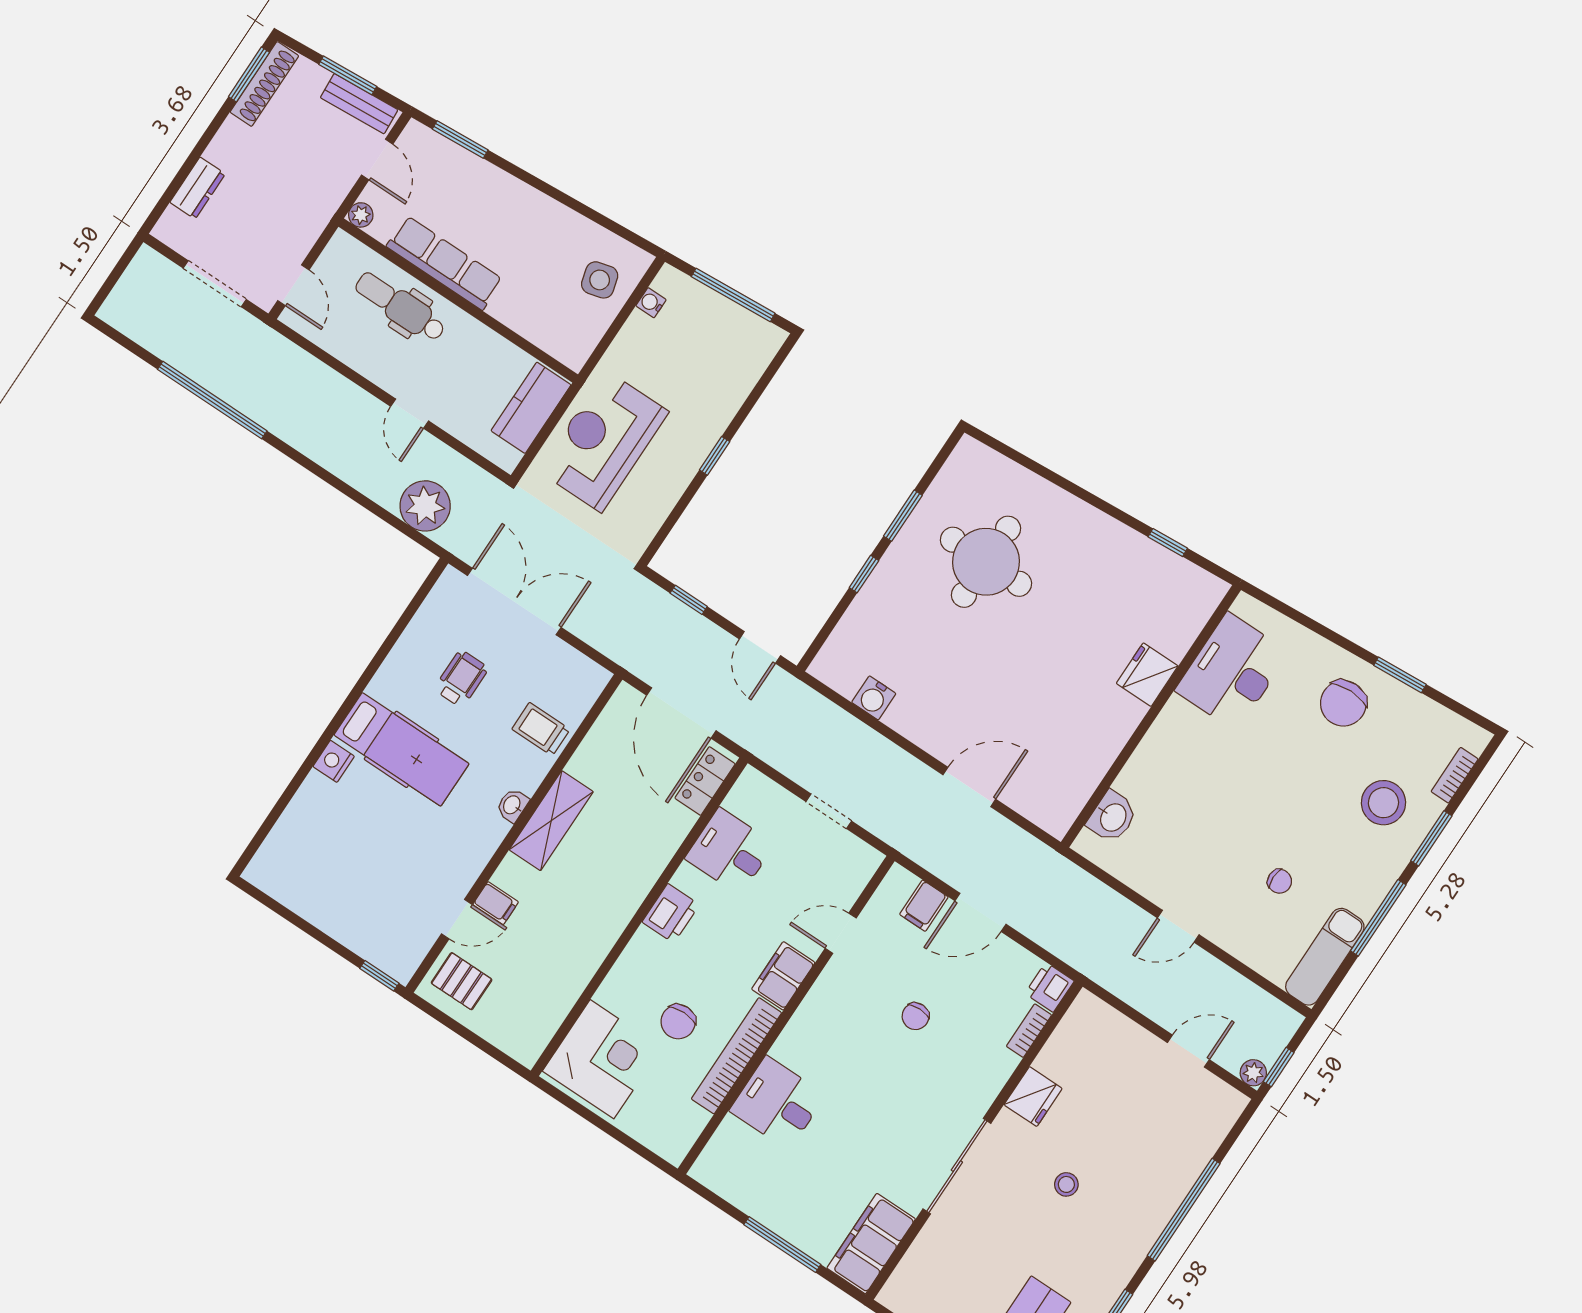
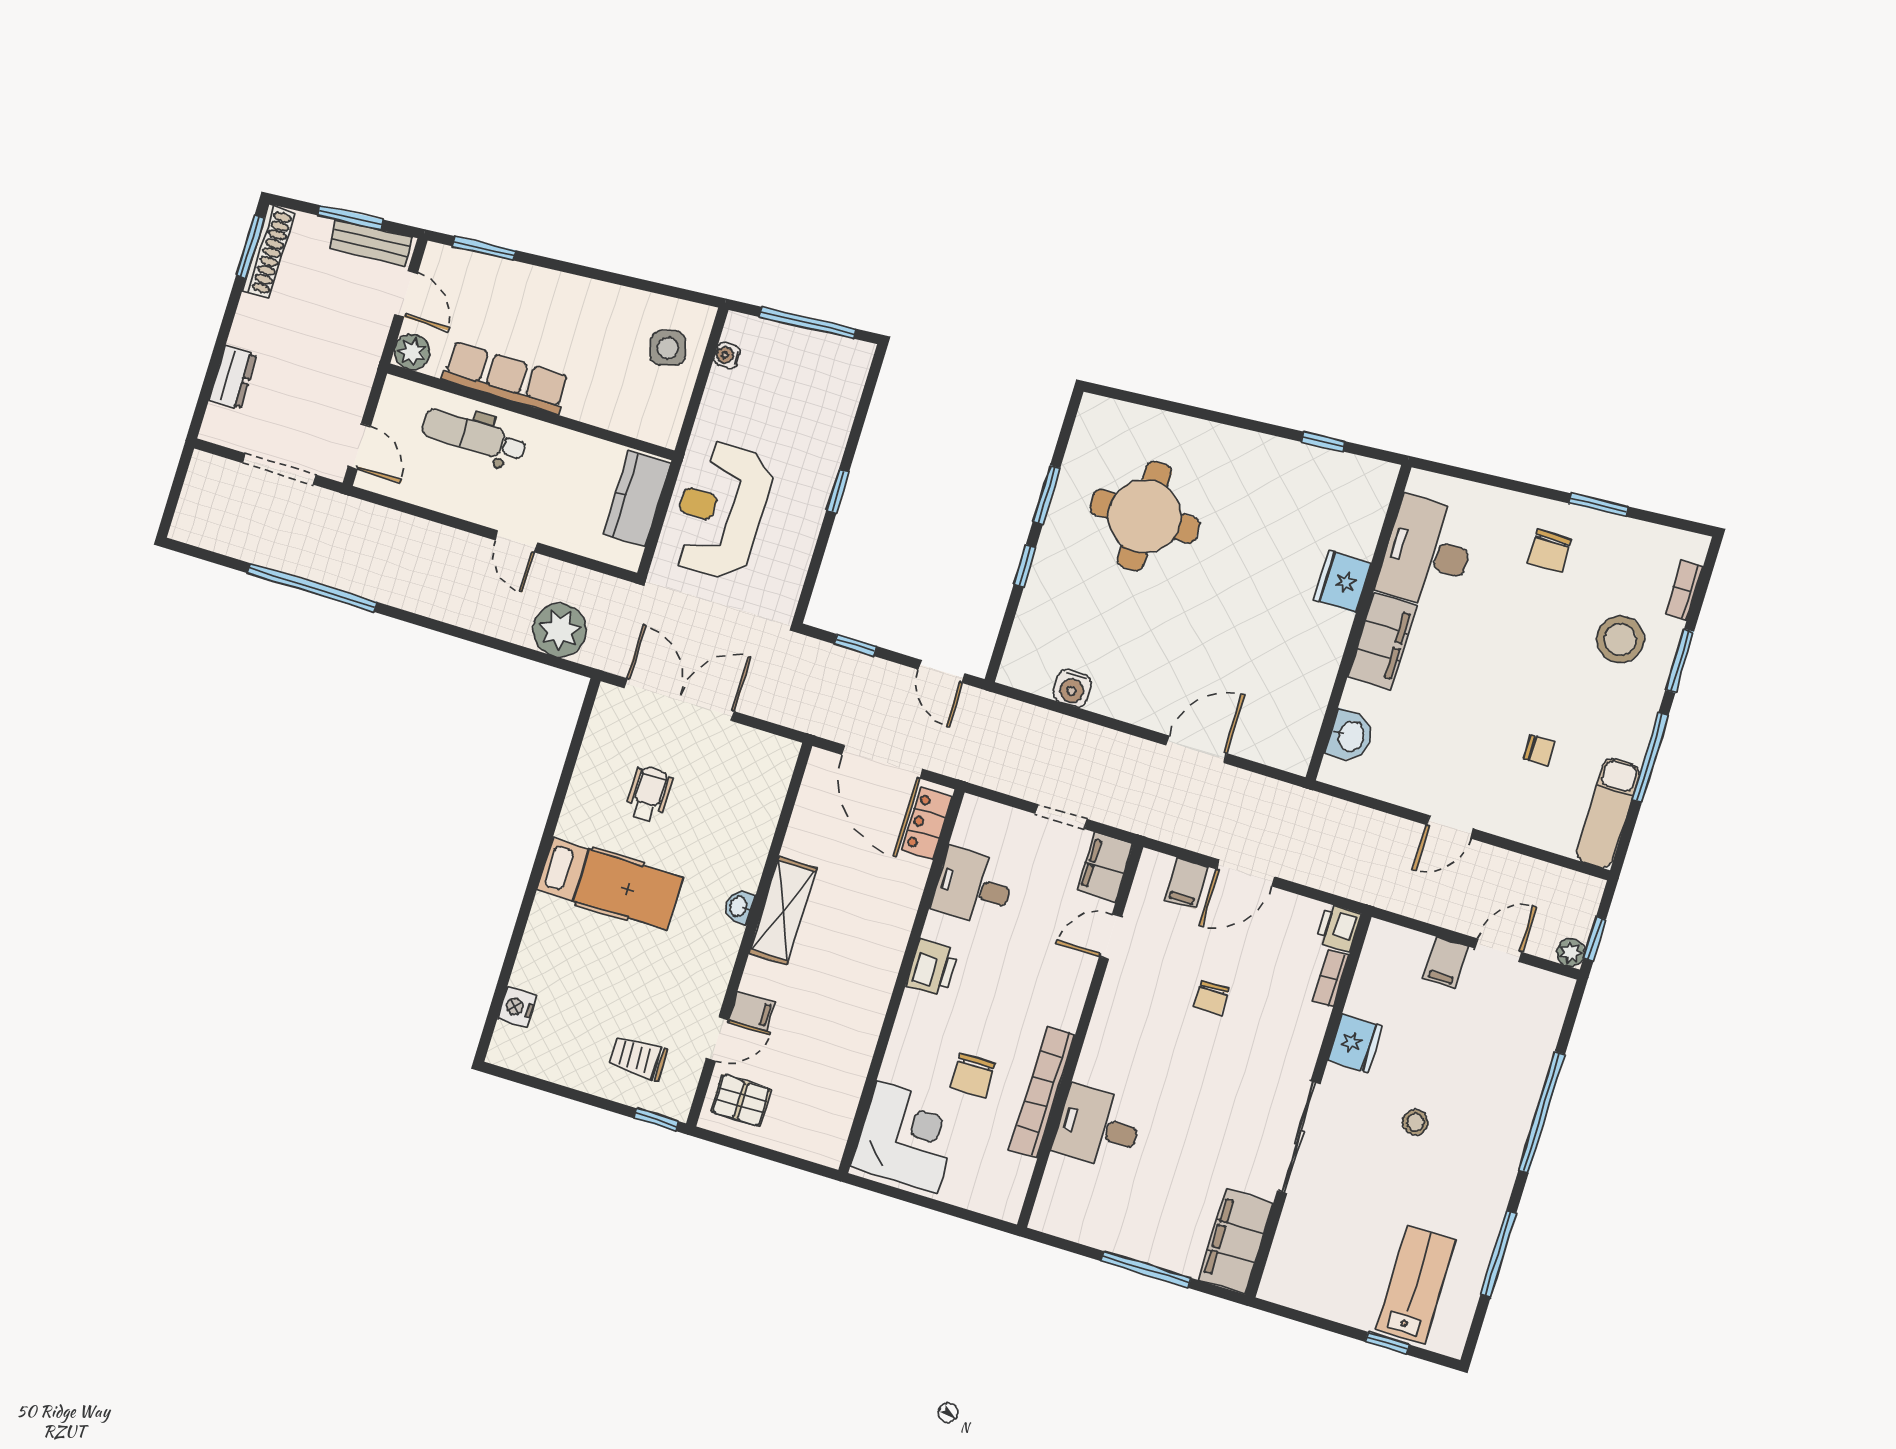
plant: (361, 215) -> (412, 352), width x1.38, depth x1.38
chair: (1343, 703) -> (1550, 551), width x0.73, depth x0.73
trolley: (541, 729) -> (638, 1058), moved
filing cabinet: (1167, 739) -> (1382, 641), added
nightstand: (334, 761) -> (517, 1007), moved
filing cabinet: (783, 976) -> (1105, 867), moved
filing cabinet: (1137, 1048) -> (1445, 962), added

